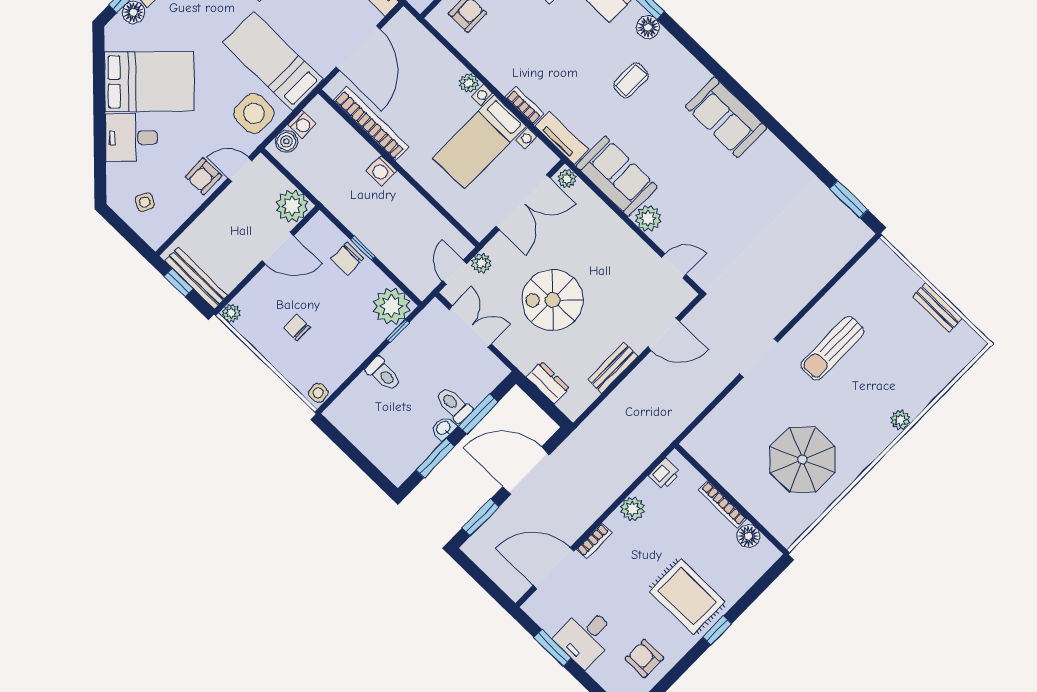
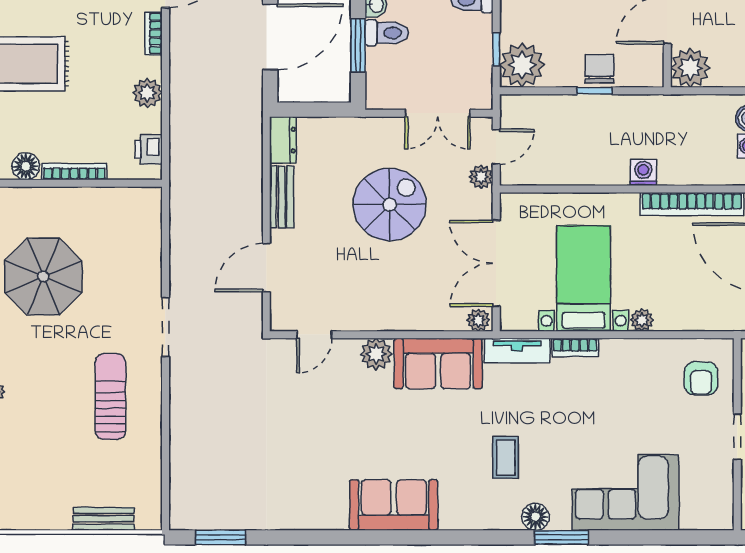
door: (455, 272) -> (496, 147), hinge flipped
bench: (937, 307) -> (104, 519), moved
dresser: (548, 383) -> (283, 140), moved, turned -90

